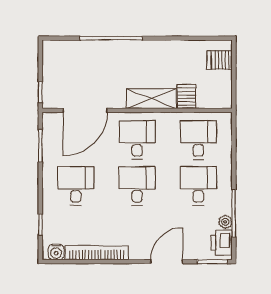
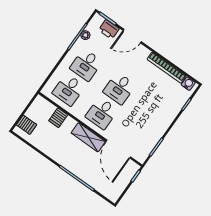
shelving: (151, 99) -> (88, 137), moved
door: (85, 110) -> (118, 149), swing flipped
desk: (76, 186) -> (152, 112), removed
printer: (222, 243) -> (109, 29), moved, turned 90

